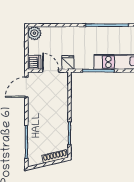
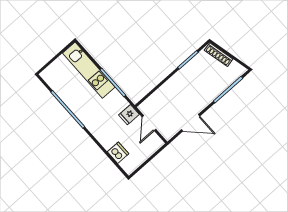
plant: (34, 33) -> (129, 165), removed
dishwasher: (34, 62) -> (118, 153), moved, turned 90
door: (26, 87) -> (191, 123), moved

